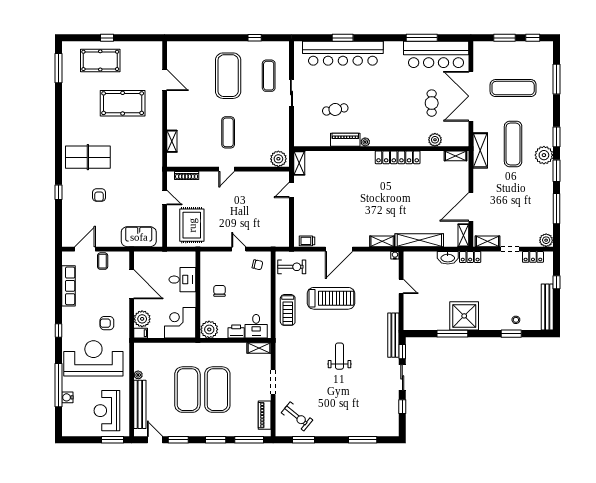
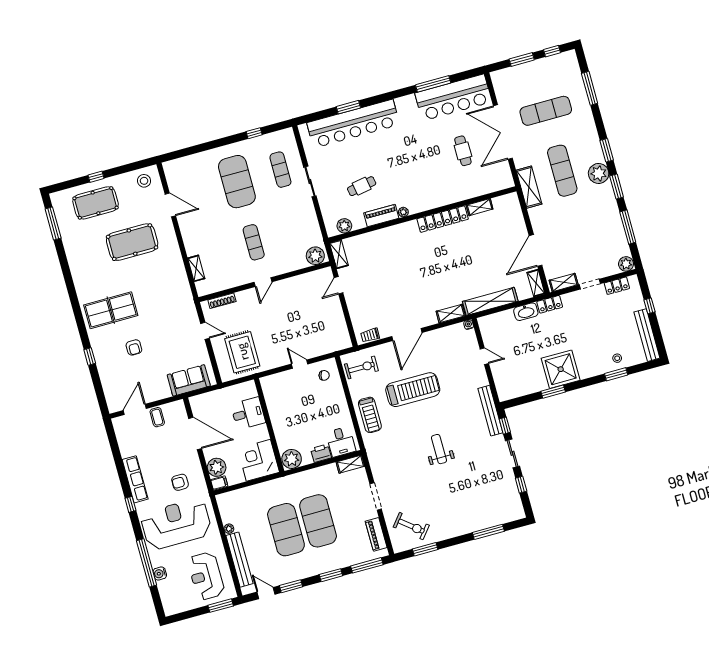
stool: (148, 53) -> (144, 181), added
plant: (435, 140) -> (344, 226), moved
shelving: (456, 156) -> (480, 207), moved
row of seats: (69, 286) -> (135, 479), moved
chair: (219, 291) -> (291, 415), removed
window: (452, 334) -> (553, 392), width x0.69

